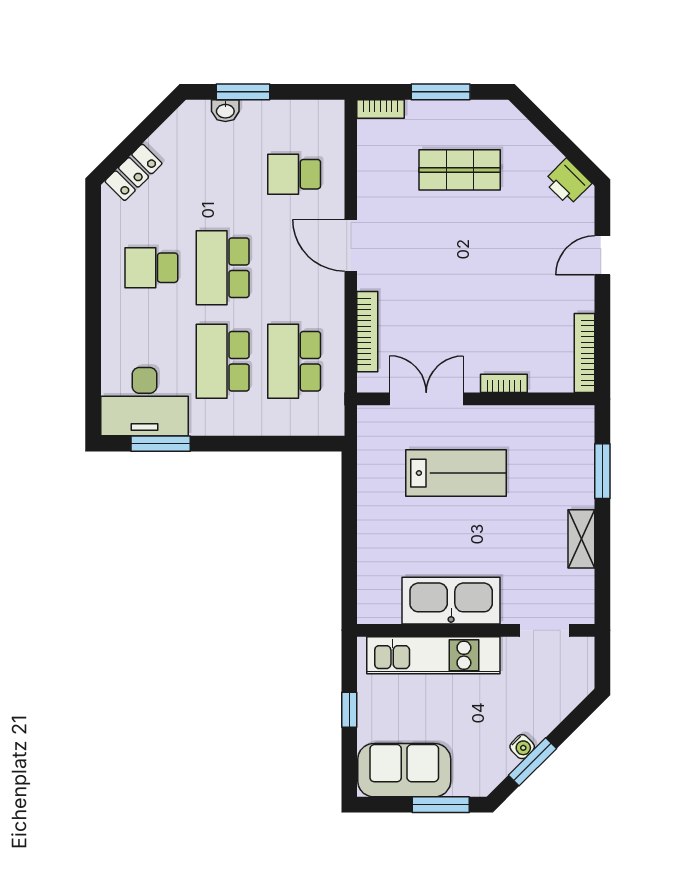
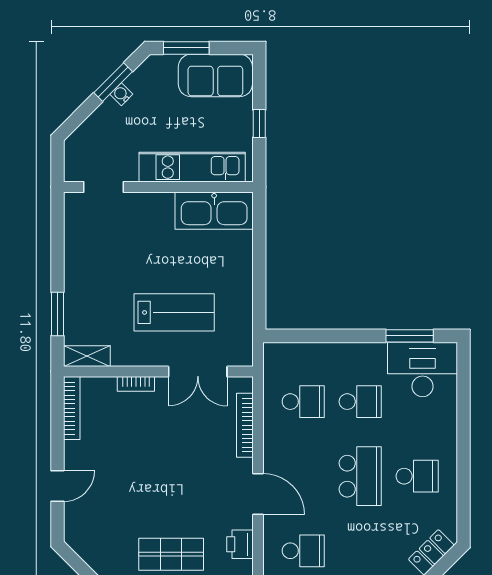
printer: (568, 182) -> (240, 544), moved, turned -135
school desk: (223, 361) -> (360, 402), width x0.54
school desk: (294, 361) -> (303, 402), width x0.54
lab bench: (456, 473) -> (174, 312), turned 180
shelving: (581, 539) -> (87, 356), moved, turned 90
kitchen sink: (451, 601) -> (214, 211), moved

